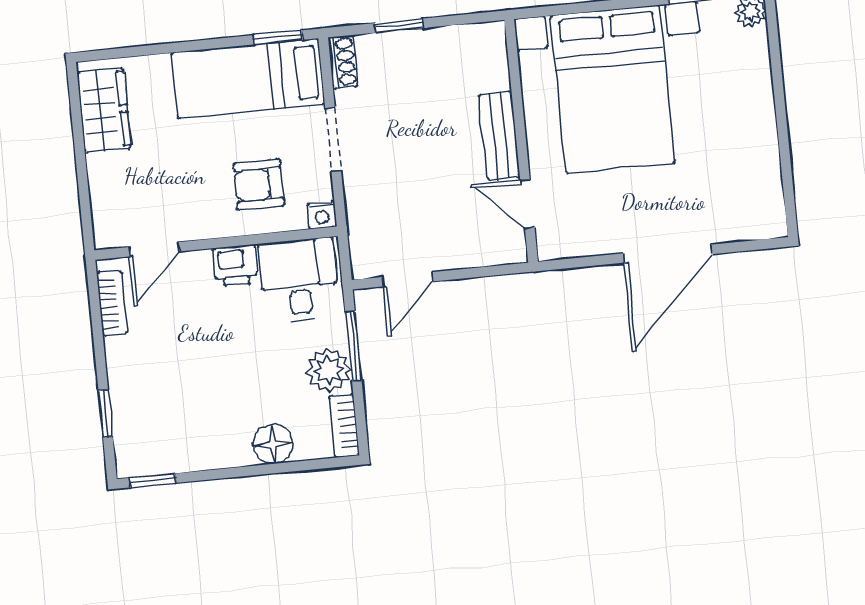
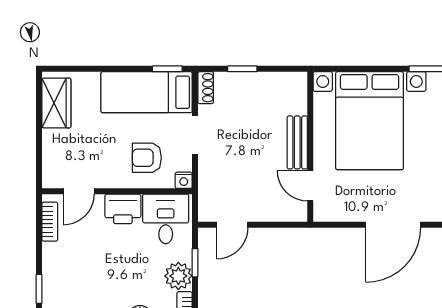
printer: (235, 265) -> (123, 209), width x1.36, depth x1.24
window: (353, 346) -> (195, 263), width x0.67

